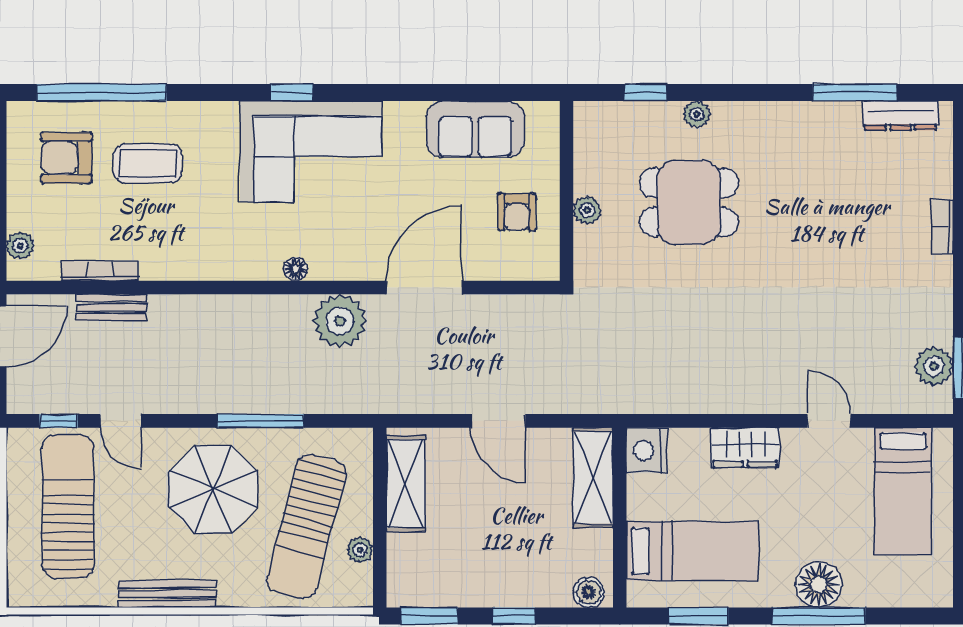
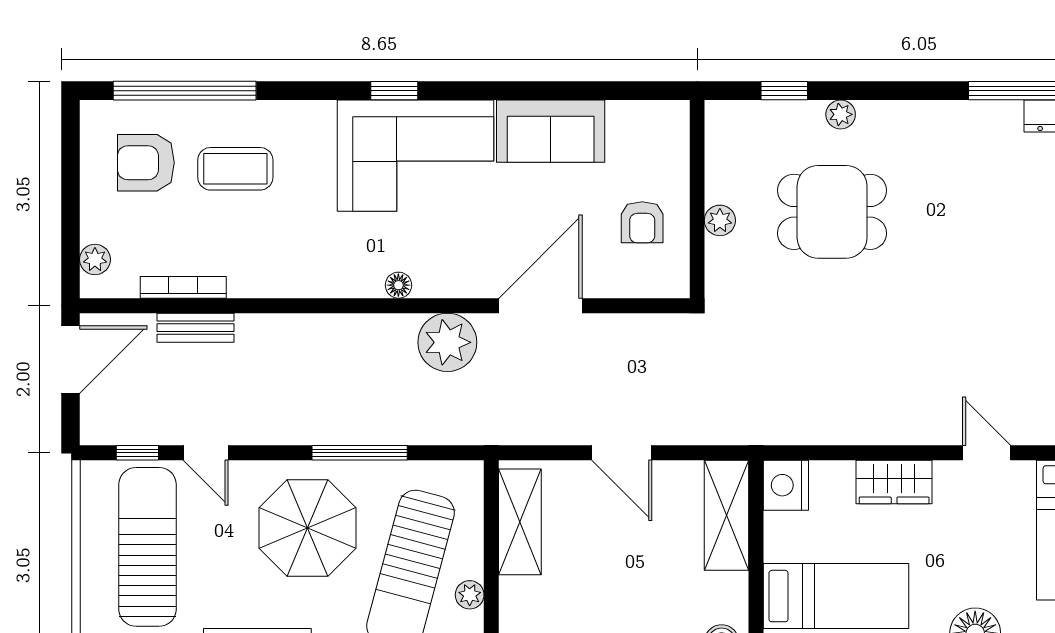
sofa: (475, 129) -> (551, 131), moved

